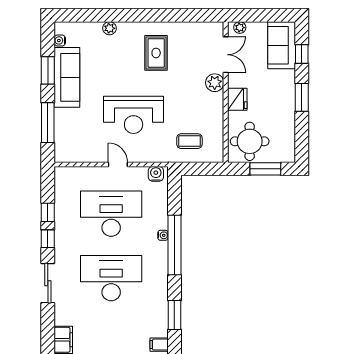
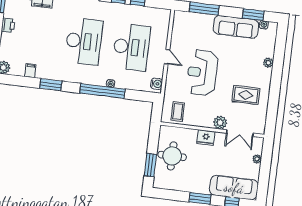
sofa: (282, 45) -> (234, 188), width x1.36
double door: (226, 55) -> (240, 133), moved
window: (48, 70) -> (253, 15), moved
plant: (215, 83) -> (220, 123), moved
wall: (226, 92) -> (212, 130), moved
fridge: (237, 99) -> (206, 138), moved
door: (118, 164) -> (167, 57), hinge flipped

